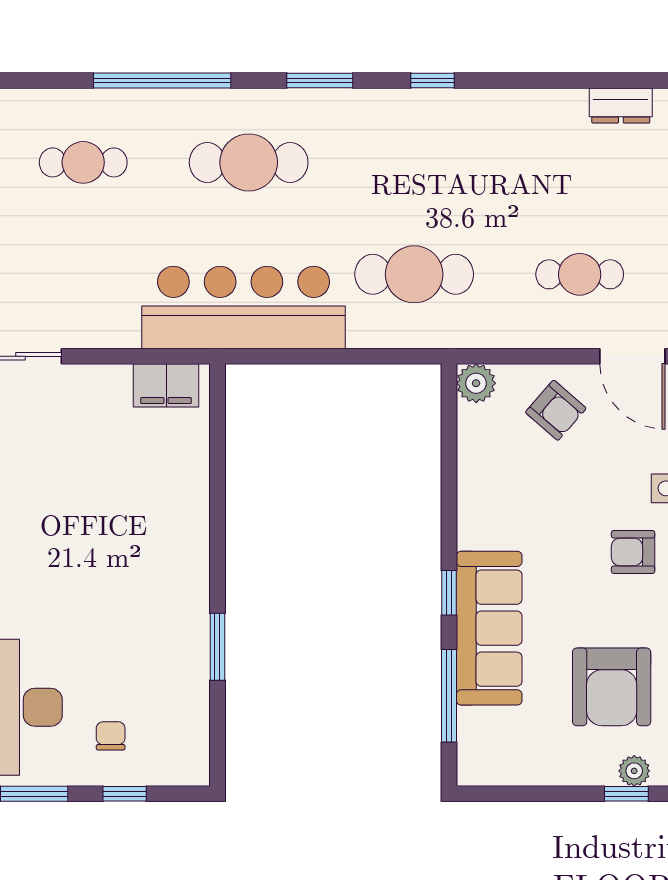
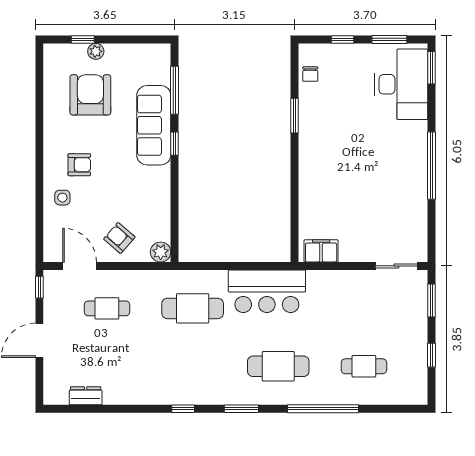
bar counter: (244, 308) -> (267, 291), width x0.73
chair: (111, 736) -> (310, 74), moved
plant: (634, 771) -> (96, 51), moved

